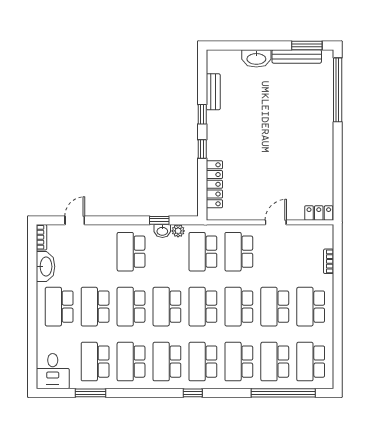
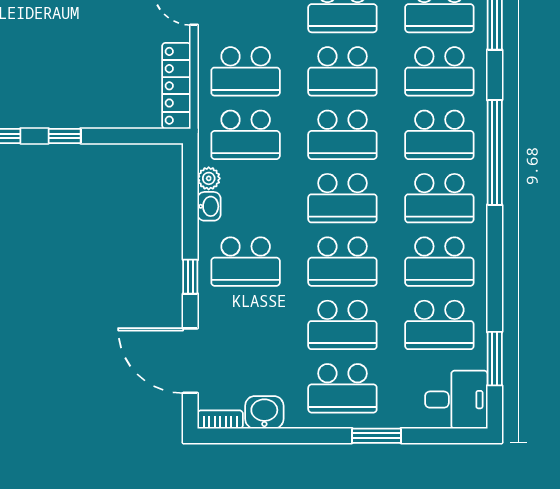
locker: (214, 184) -> (176, 86), moved, turned -90
door: (75, 220) -> (190, 361), width x1.87
window: (159, 220) -> (190, 277), moved
washbasin: (45, 267) -> (264, 412), width x0.72
window: (32, 326) -> (377, 436), added
window: (90, 393) -> (495, 359), moved
window: (193, 393) -> (495, 152), width x3.17

